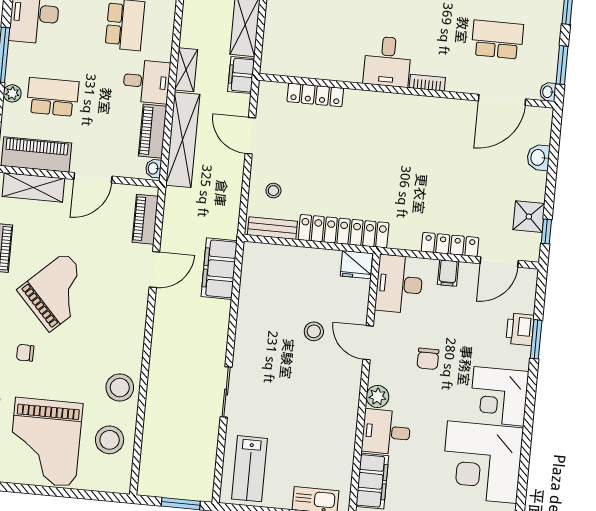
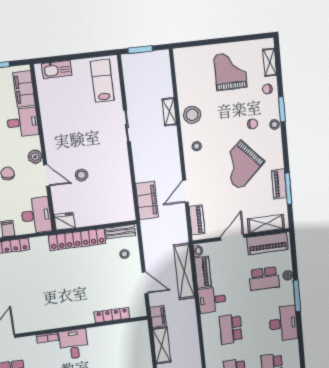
shelving: (186, 70) -> (169, 112), moved
plant: (377, 396) -> (35, 157), moved
stool: (110, 440) -> (197, 146), moved, width x0.53, depth x0.53
grand piano: (45, 442) -> (230, 71), width x0.73, depth x0.68

